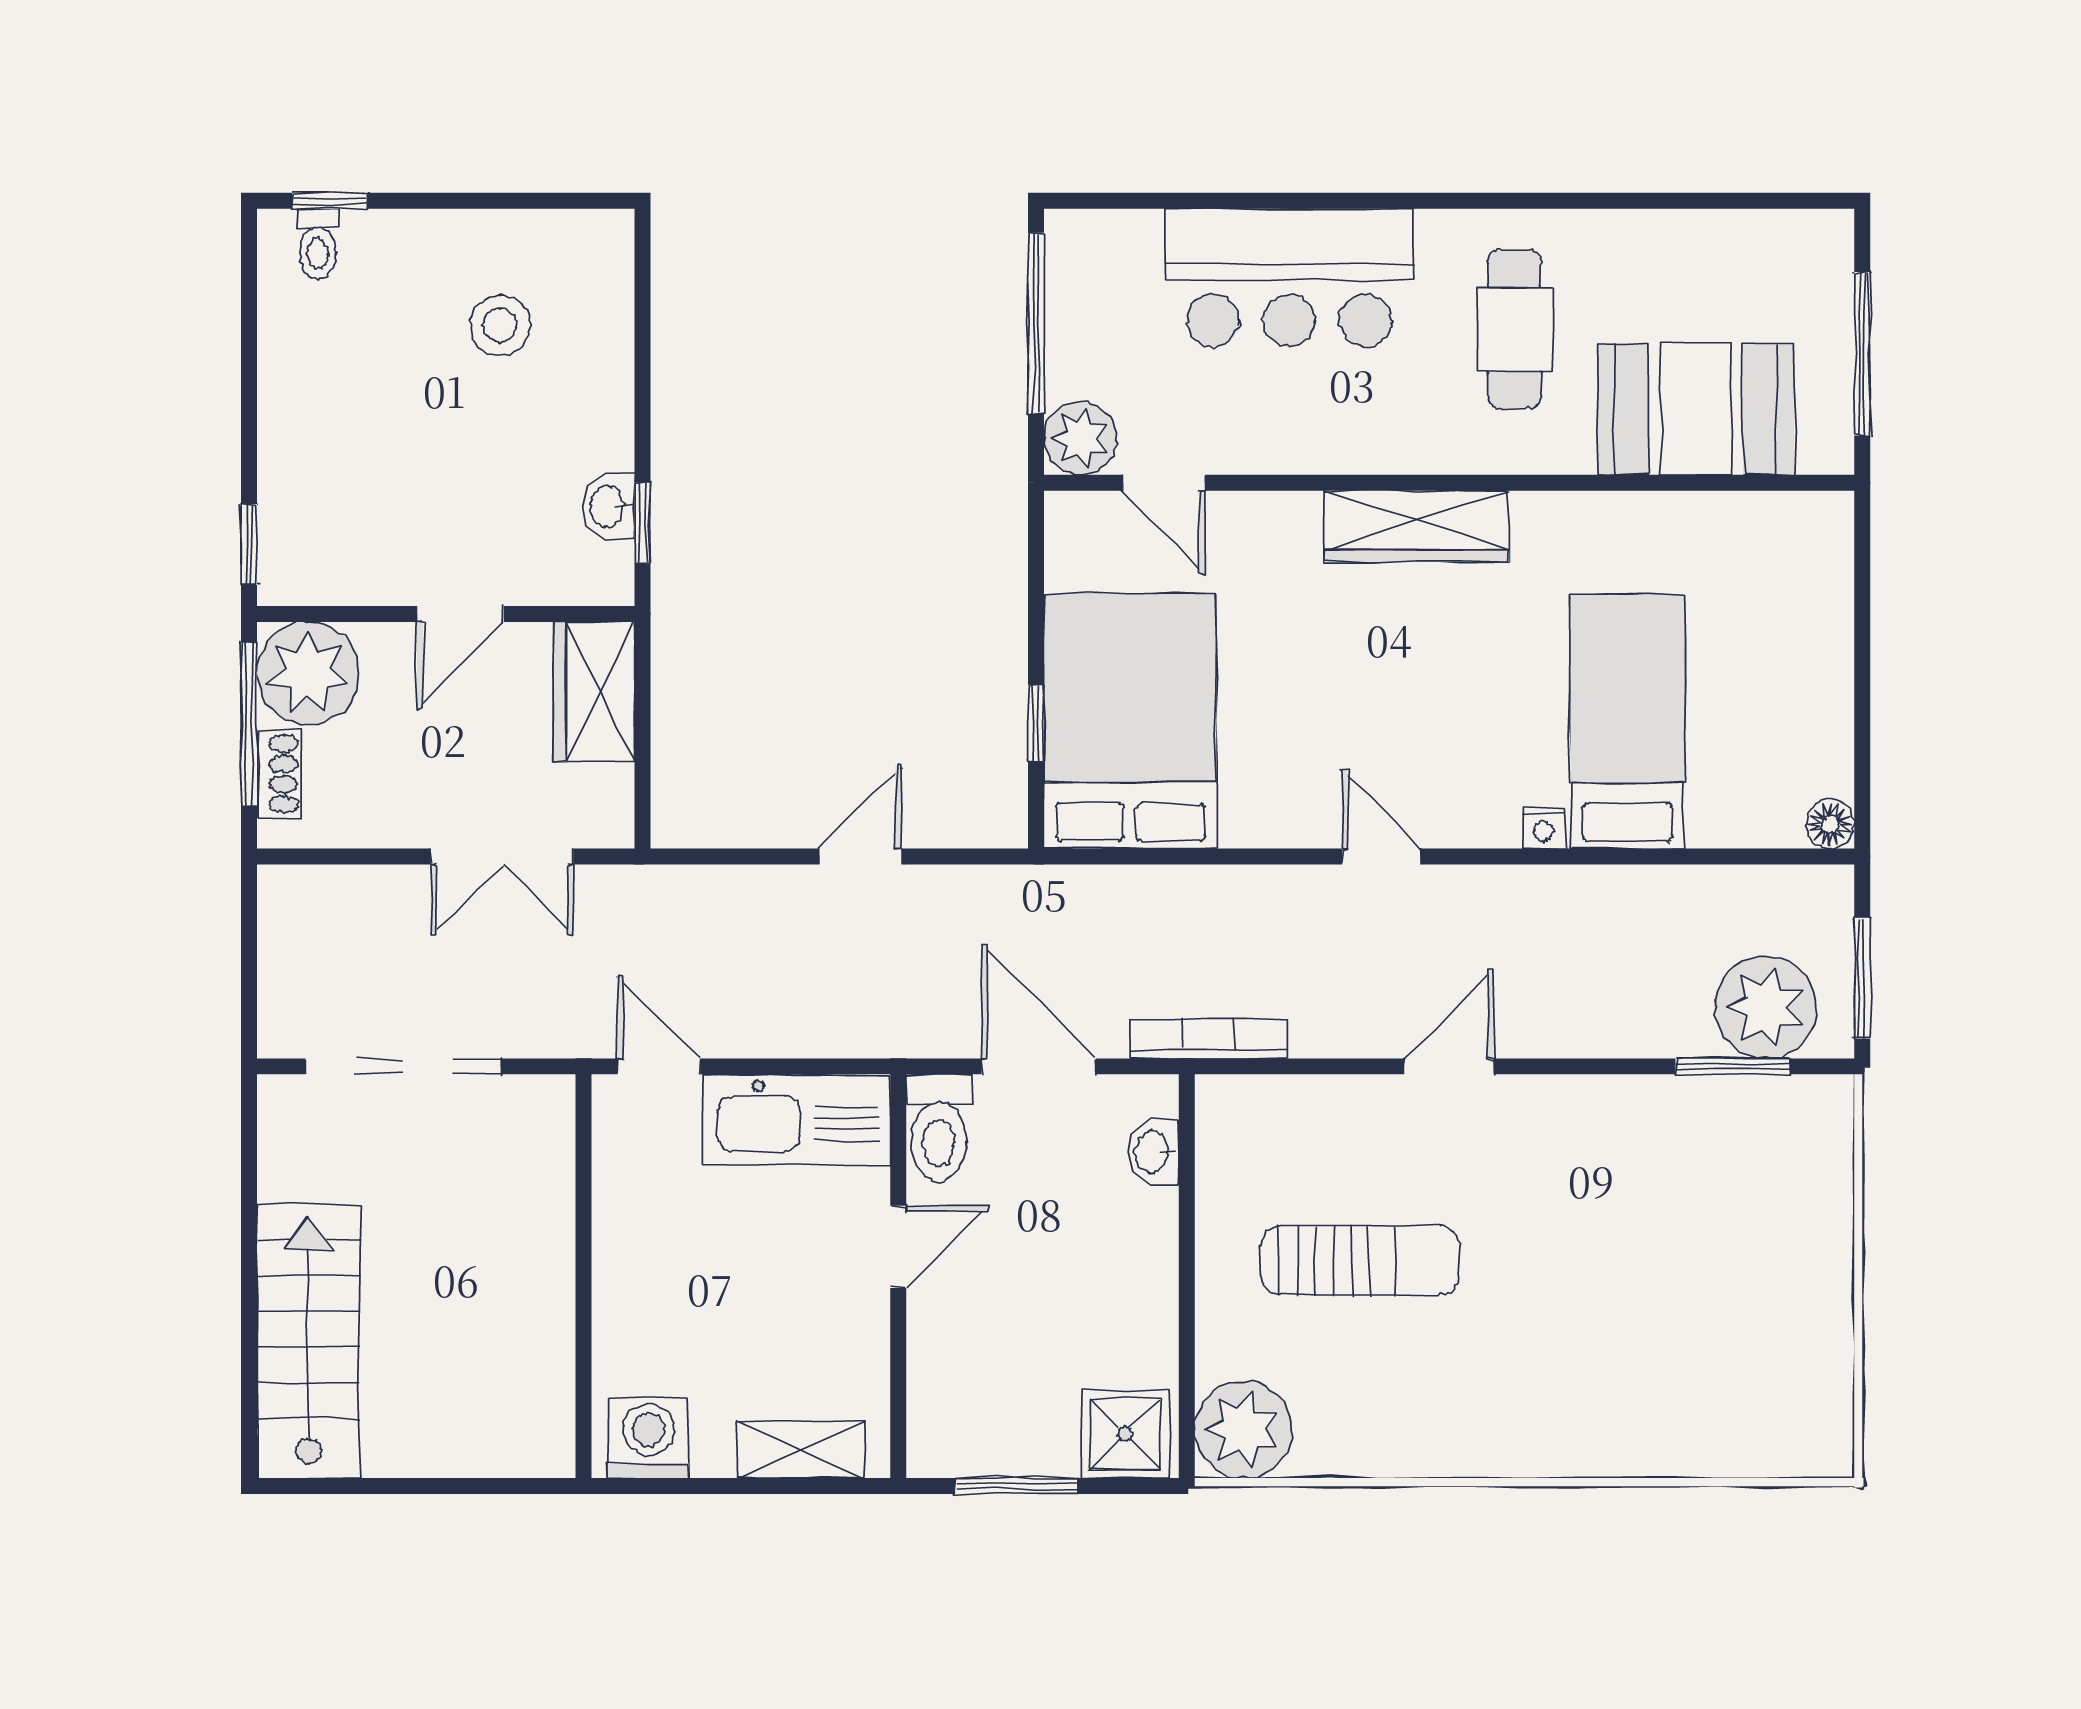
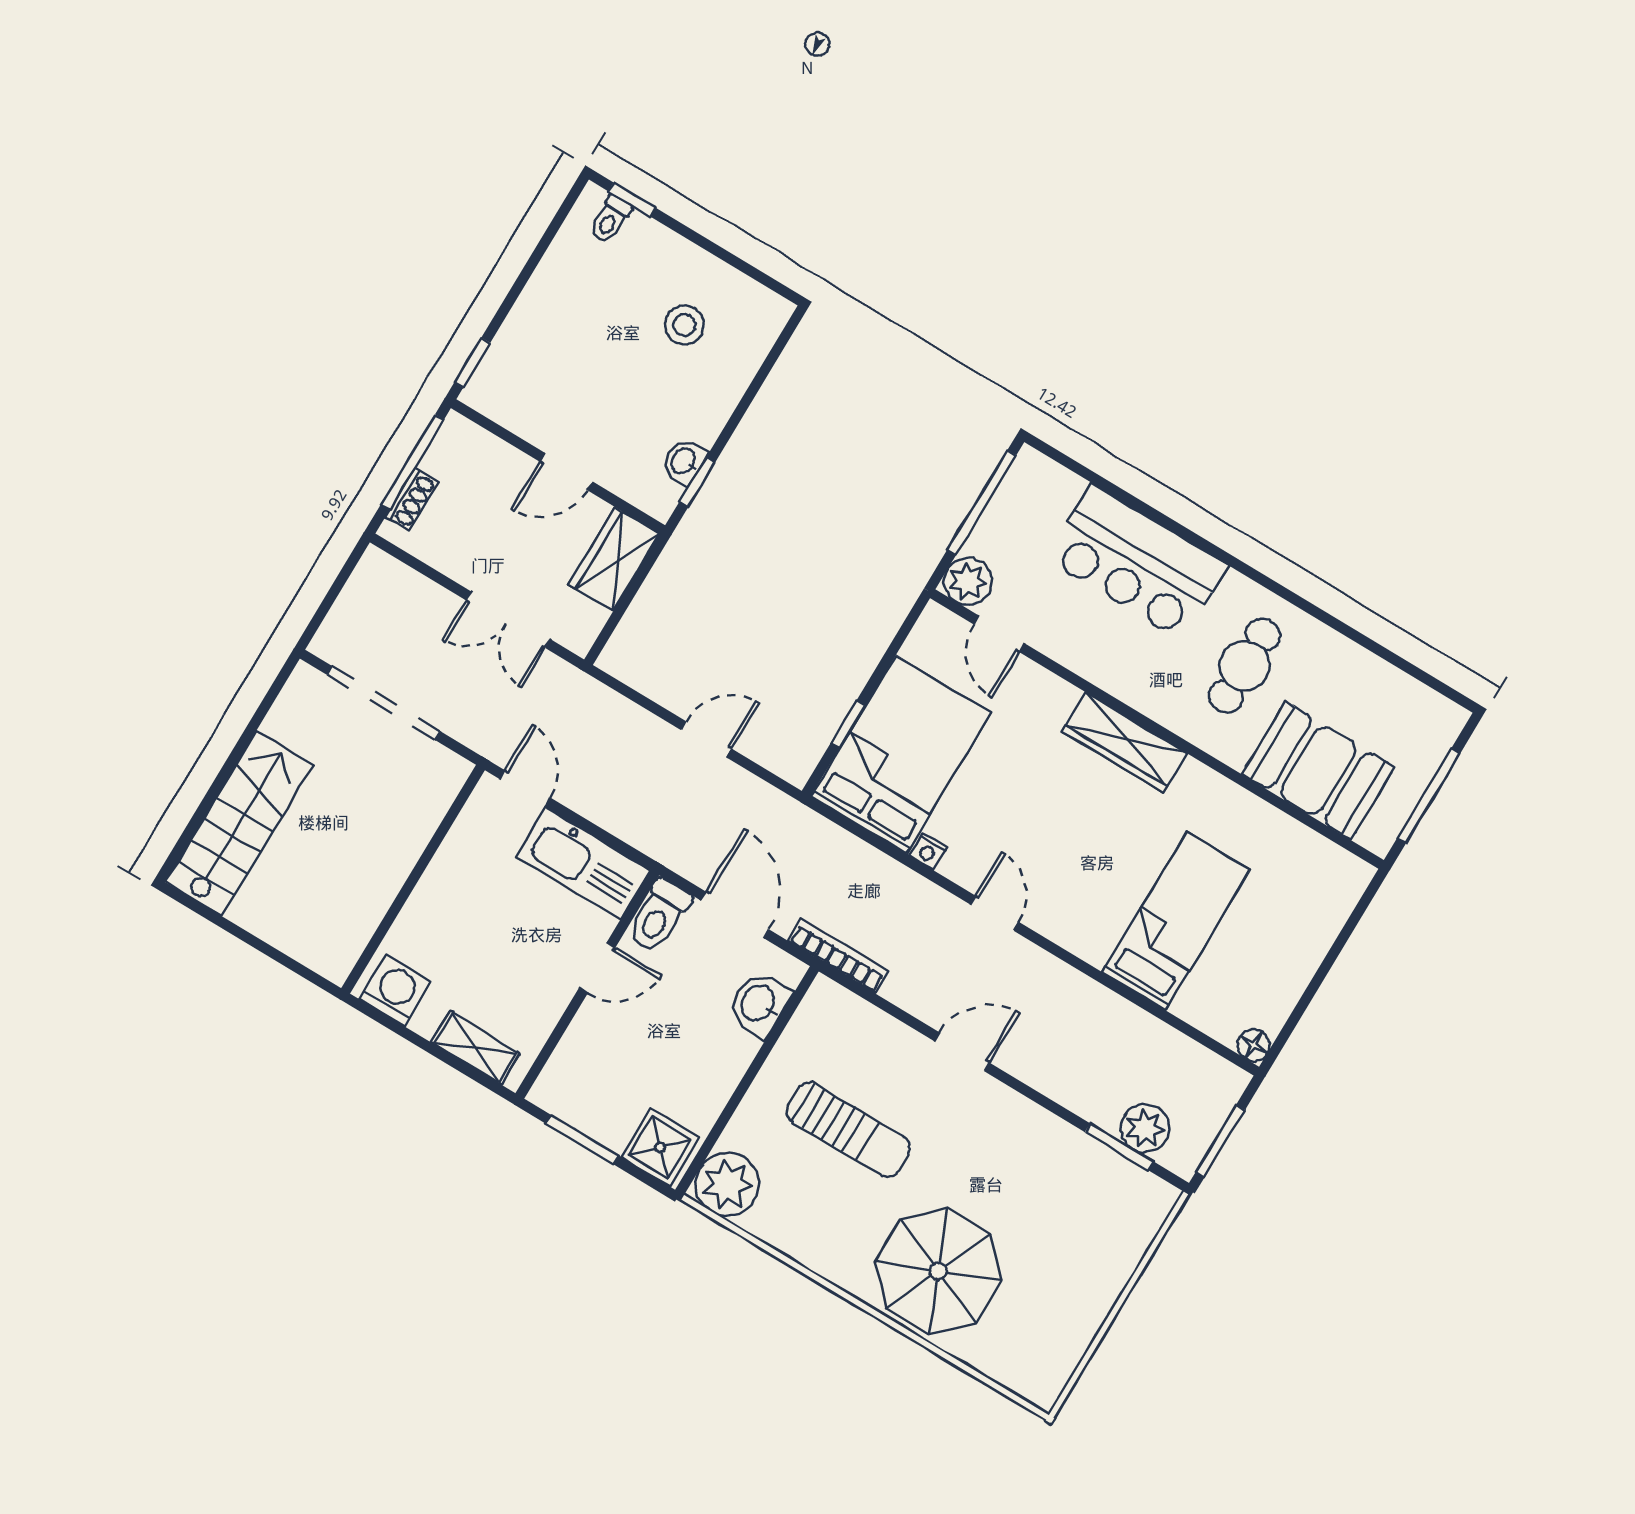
plant: (308, 673) -> (462, 454), removed
nightstand: (1543, 828) -> (928, 851), moved
plant: (1766, 1008) -> (1145, 1128), width x0.73, depth x0.73
washbasin: (1153, 1152) -> (759, 1004), width x1.38, depth x1.45
parasol: (1592, 1376) -> (938, 1271), added

